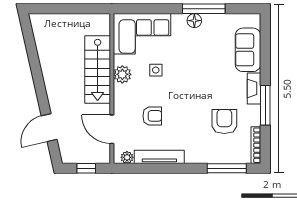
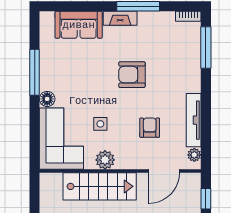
floor lamp: (194, 21) -> (47, 99), moved
armchair: (224, 121) -> (132, 75), moved
bookcase: (256, 145) -> (188, 16), width x0.64

